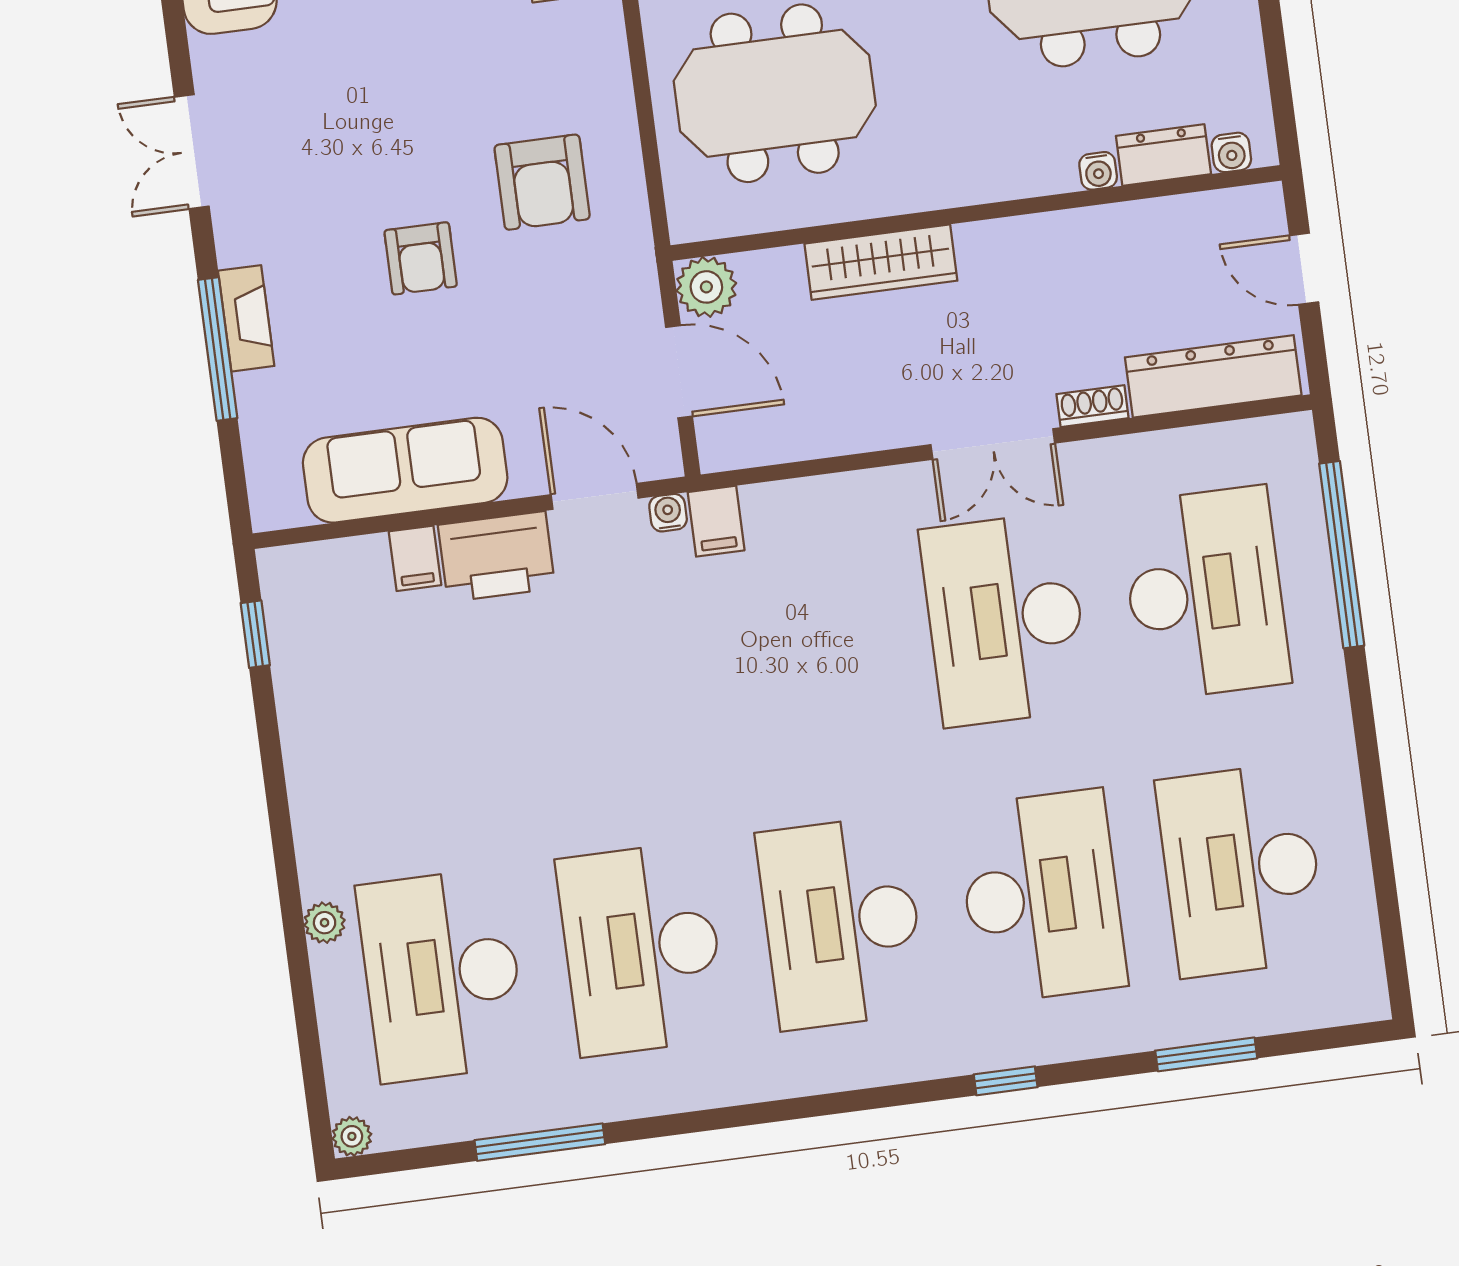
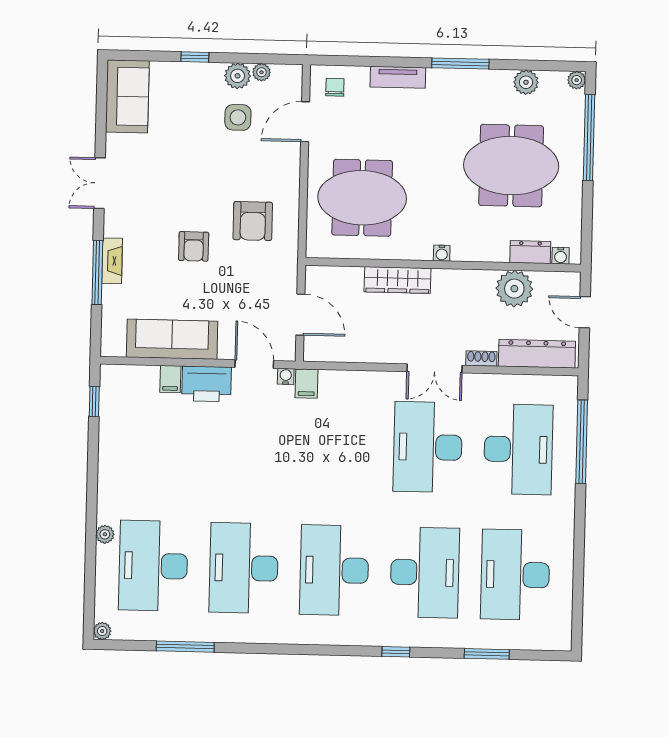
water cooler: (1098, 171) -> (442, 253), moved
plant: (706, 287) -> (514, 289), moved, width x1.36, depth x1.36

